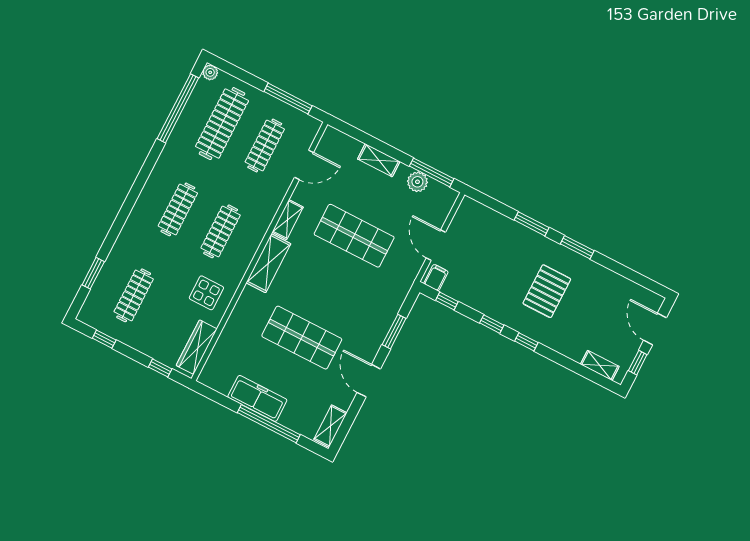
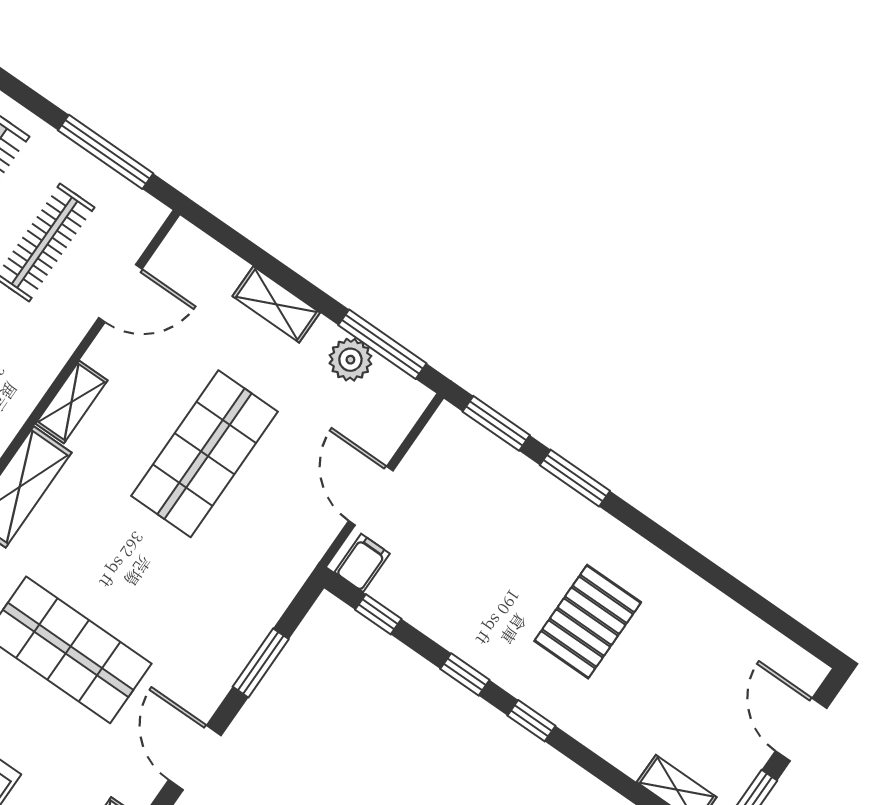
shop shelf: (354, 236) -> (204, 454), turned 90
window: (577, 247) -> (496, 423), moved

